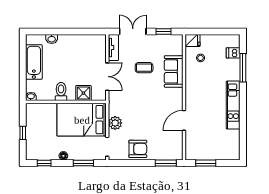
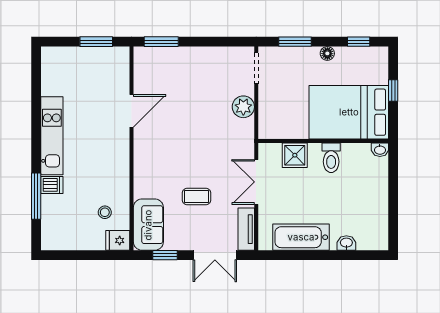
dishwasher: (233, 53) -> (52, 185), moved
bathtub: (34, 62) -> (301, 237), moved, turned 90
sofa: (174, 71) -> (148, 225), moved
bed: (82, 120) -> (349, 112), moved, turned 180
armchair: (138, 149) -> (207, 65), removed

